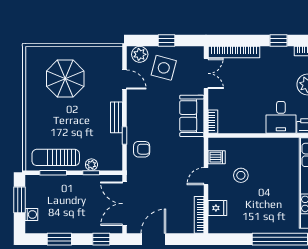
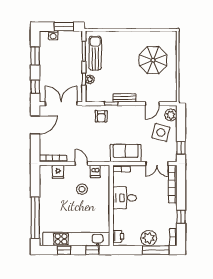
window: (166, 41) -> (181, 148), moved
desk: (281, 117) -> (125, 198), moved
door: (153, 239) -> (35, 125), hinge flipped

